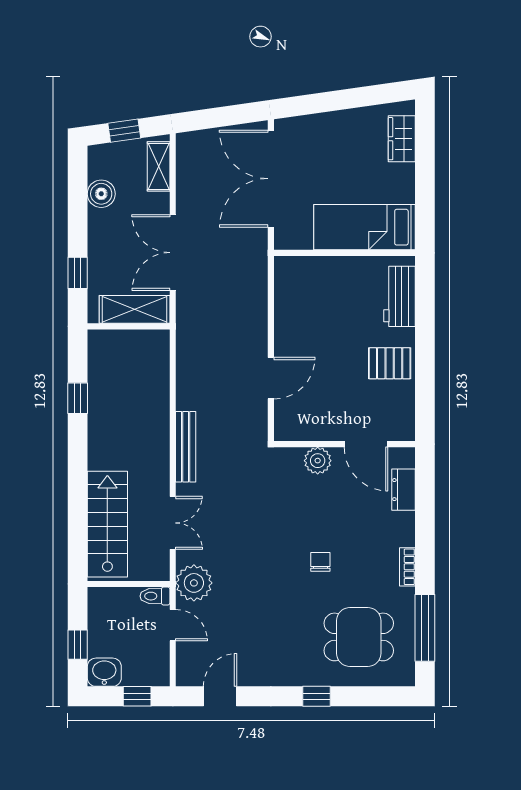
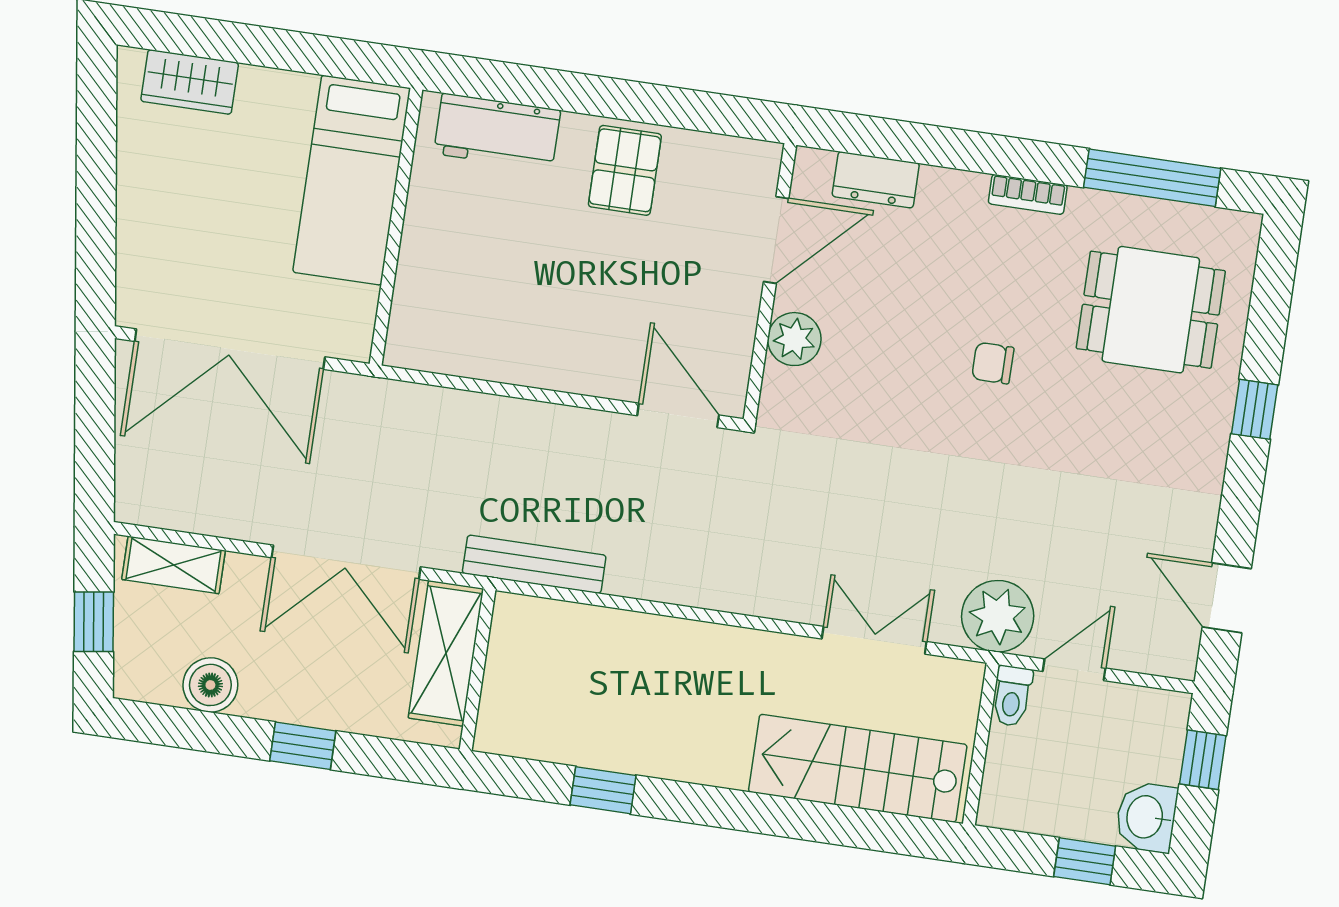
window: (78, 273) -> (303, 746), moved
door: (271, 378) -> (678, 415), moved
bench: (186, 447) -> (534, 564), moved
dining table: (359, 637) -> (1151, 310), turned 90

